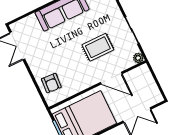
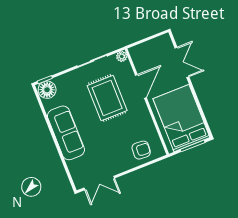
rug: (98, 47) -> (107, 98), width x1.36, depth x1.43

